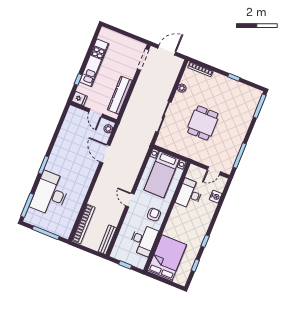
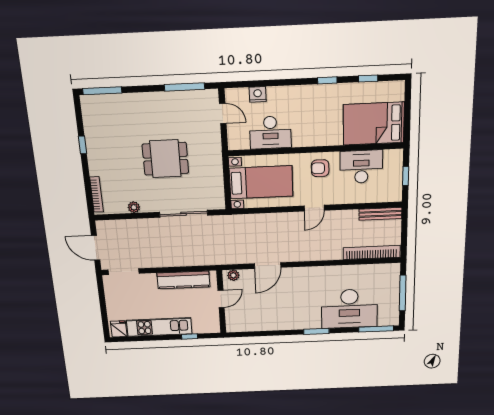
fridge: (79, 99) -> (119, 329), moved

